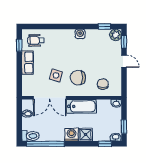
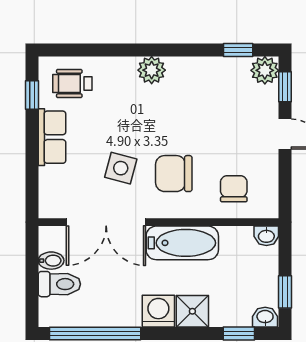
water cooler: (80, 34) -> (179, 68), removed
plant: (69, 35) -> (152, 70), added
toilet: (31, 136) -> (59, 284), moved

